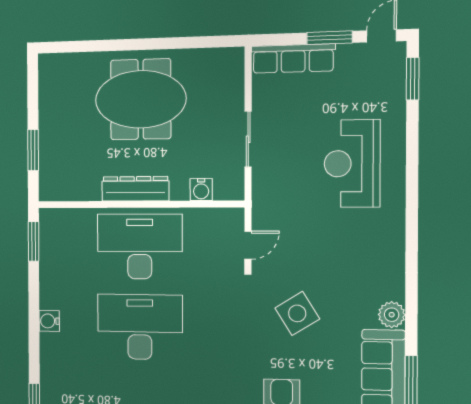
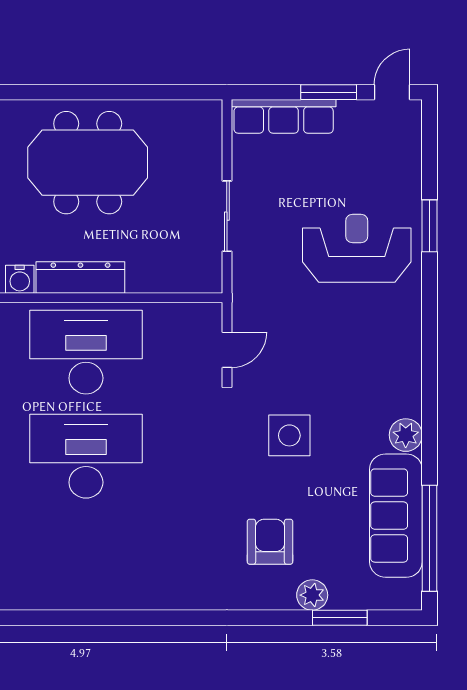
window: (413, 79) -> (430, 226), moved
reception desk: (352, 164) -> (357, 248), turned 90
water cooler: (201, 190) -> (20, 279), moved
side table: (297, 313) -> (289, 435), turned 32

